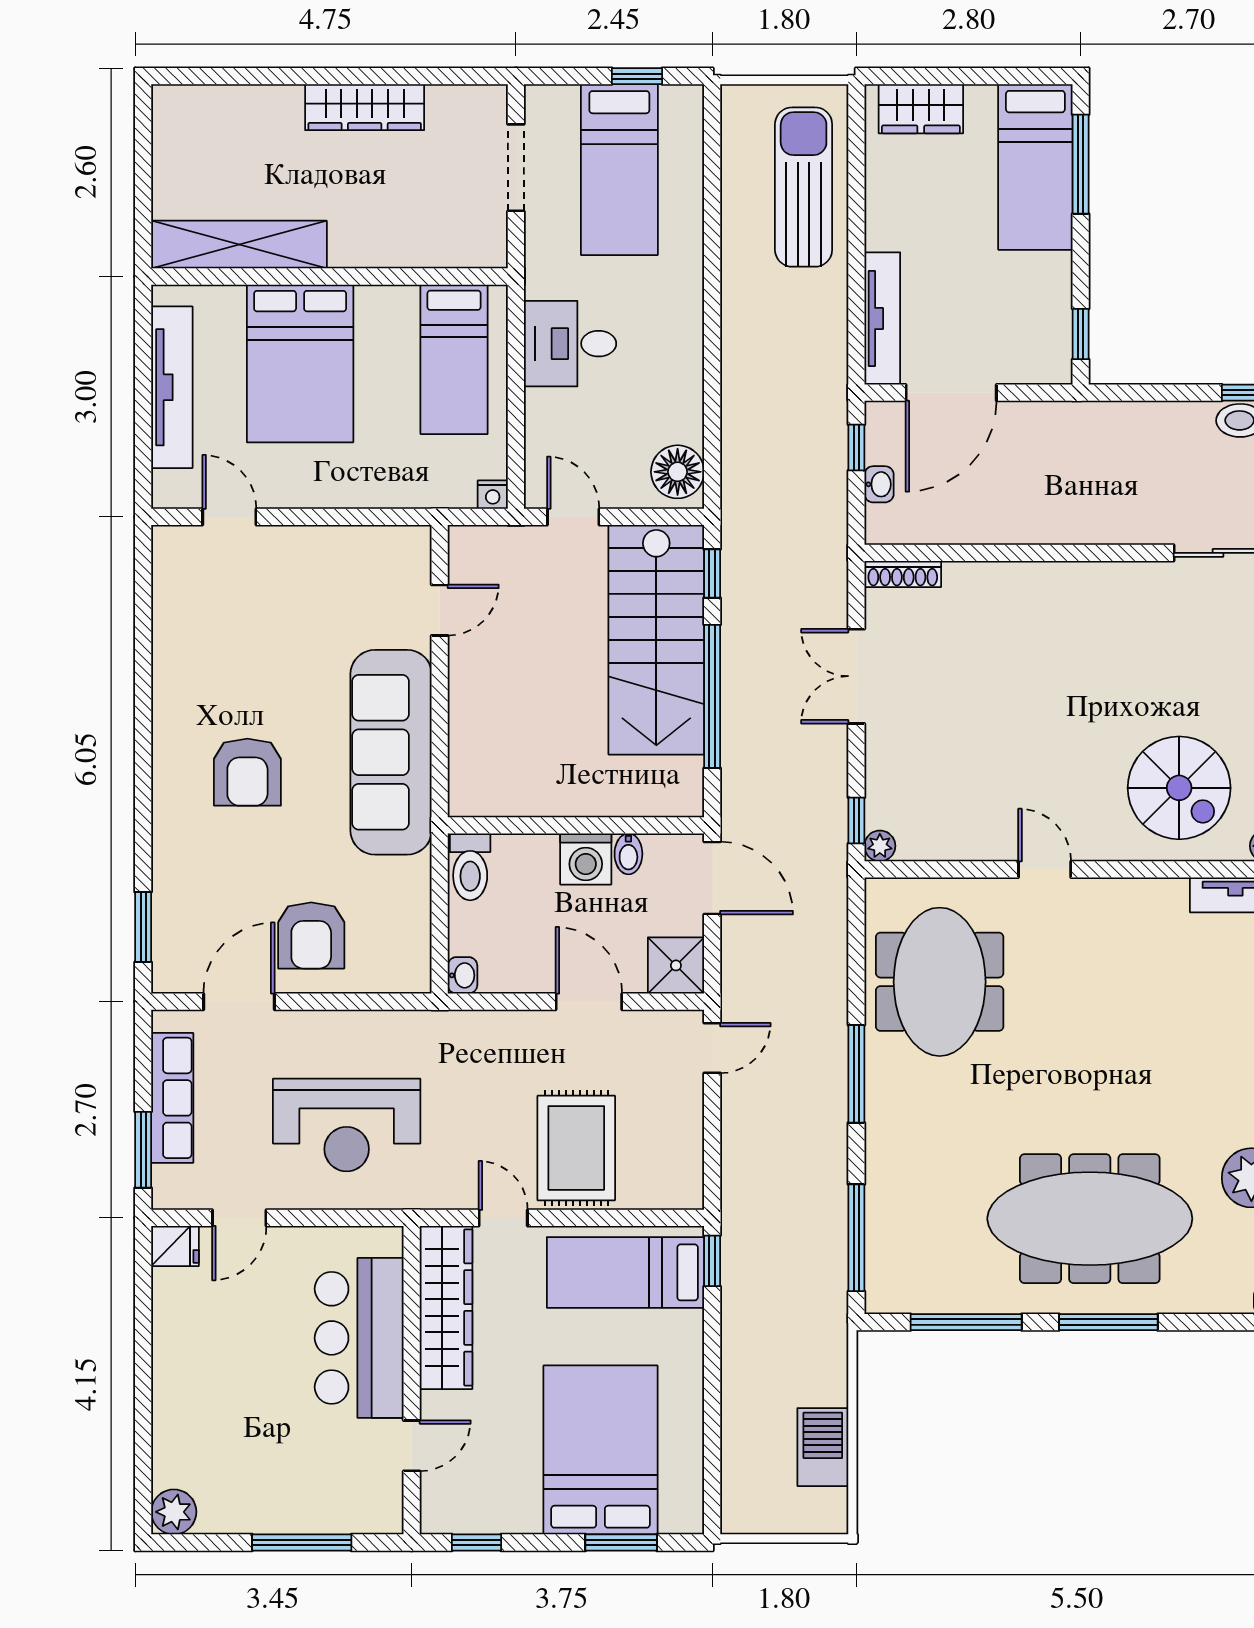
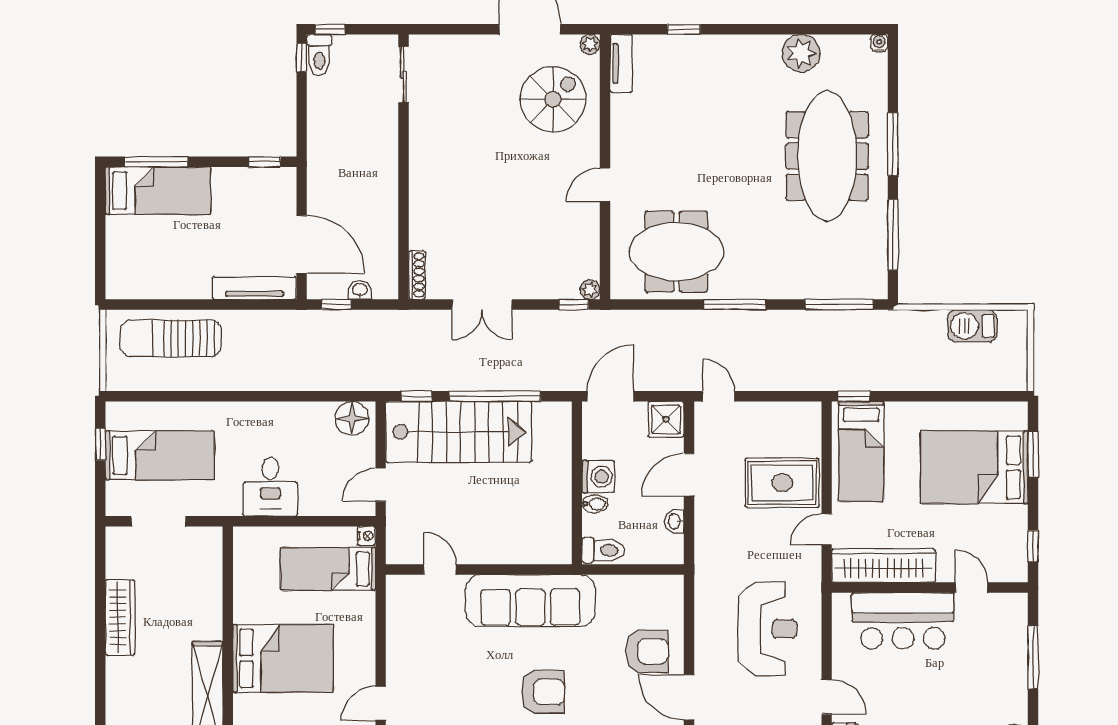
wardrobe: (921, 109) -> (121, 264), removed
bed: (454, 359) -> (328, 569), moved, turned 180
bidet: (628, 854) -> (595, 504), moved
washbasin: (462, 975) -> (675, 521), moved, turned -90

